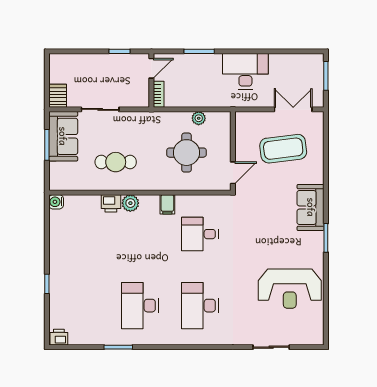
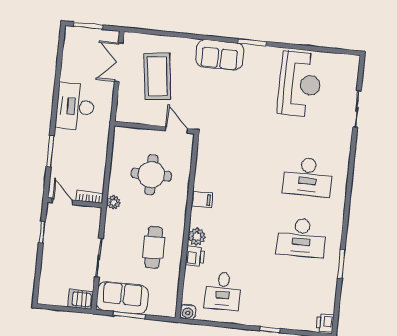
plant: (199, 118) -> (113, 202), moved
desk: (200, 234) -> (223, 291), moved

